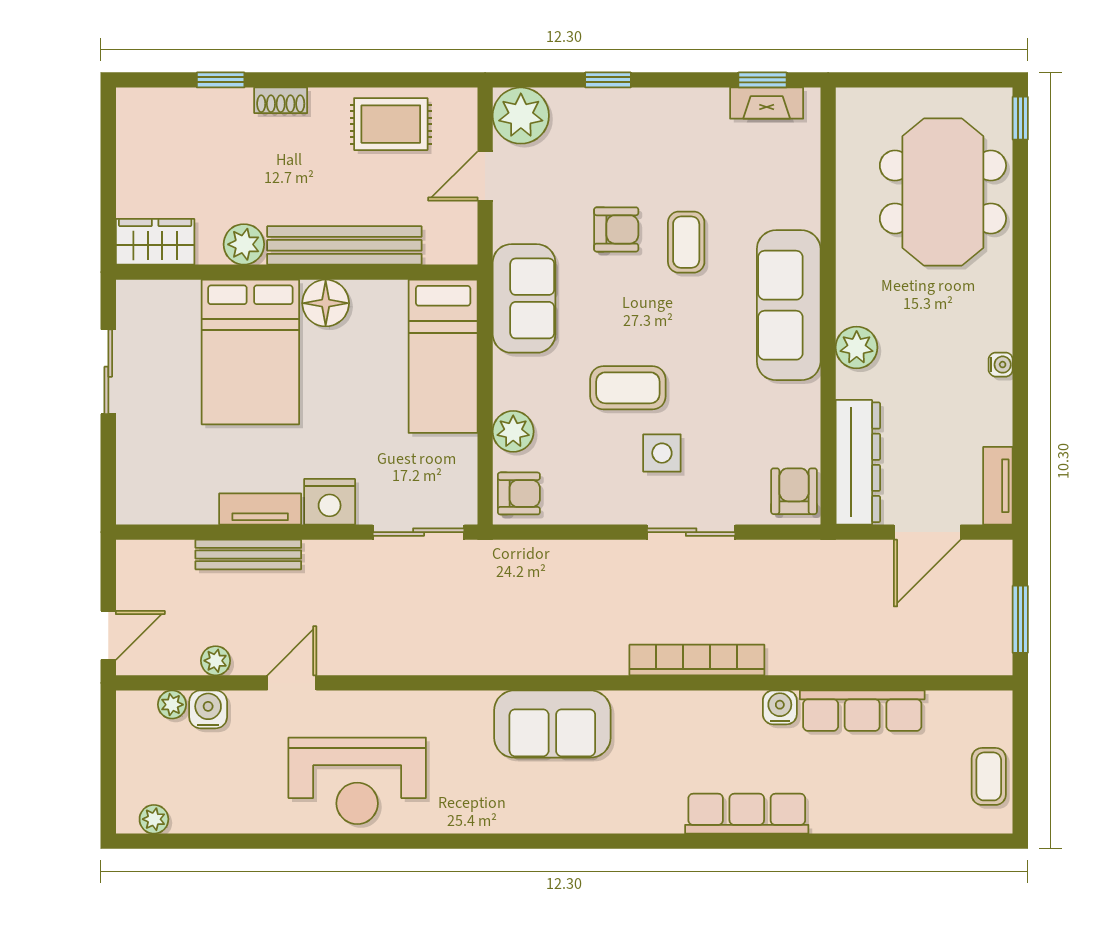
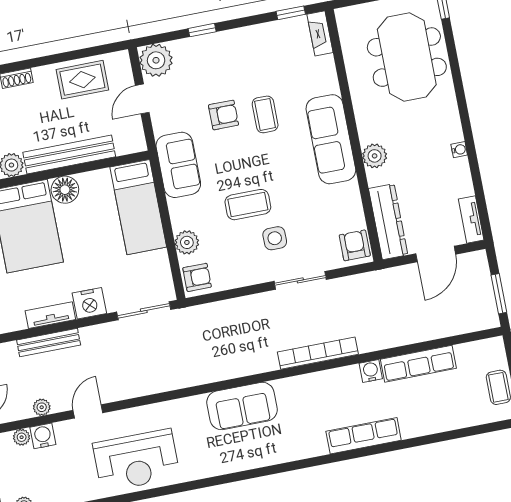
fireplace: (767, 103) -> (320, 33), moved, turned 90

